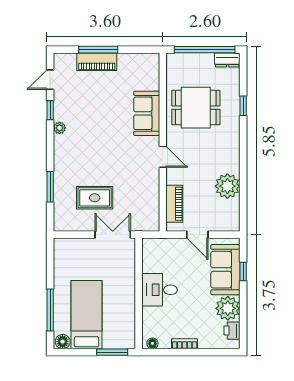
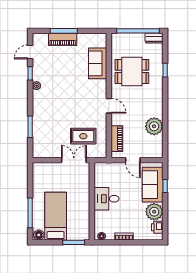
sofa: (147, 113) -> (98, 63), moved
rug: (95, 198) -> (83, 136), moved

